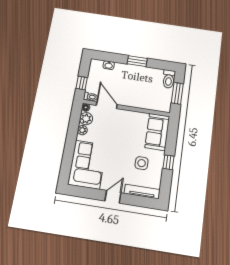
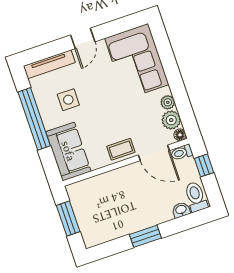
toilet: (169, 79) -> (196, 197), moved
coffee table: (125, 117) -> (121, 149), added
window: (169, 162) -> (34, 119), width x3.17

